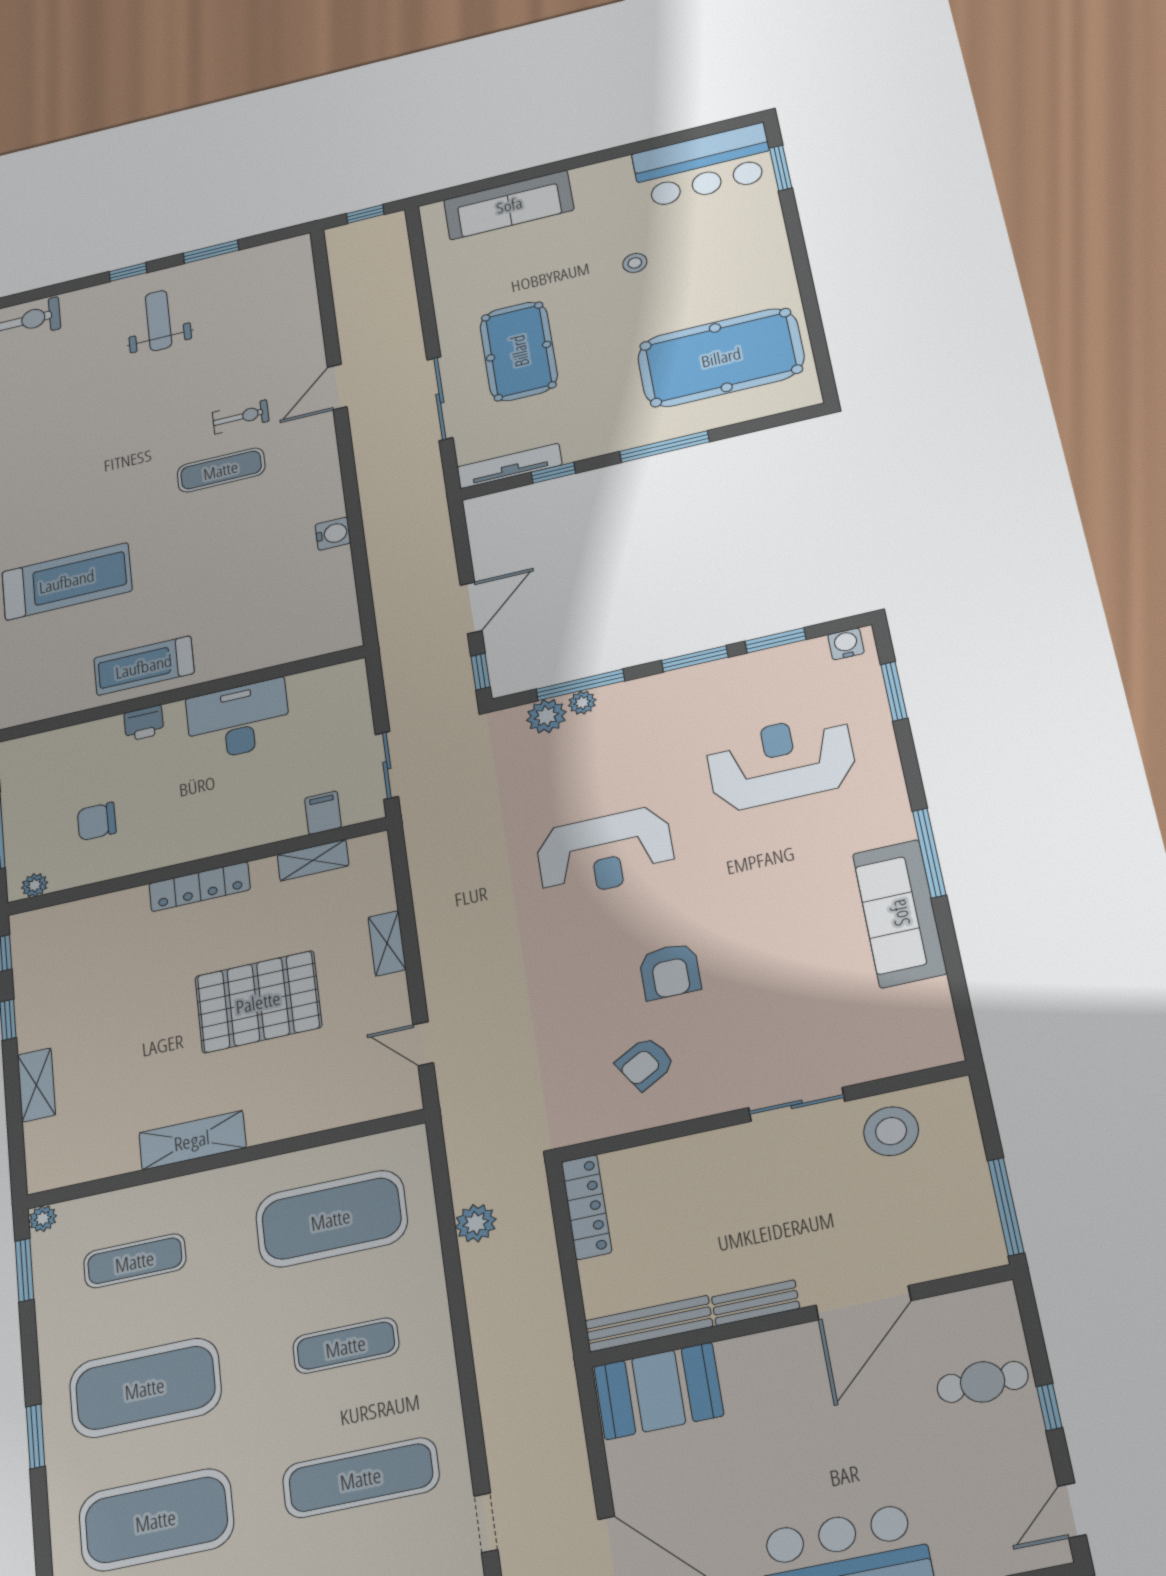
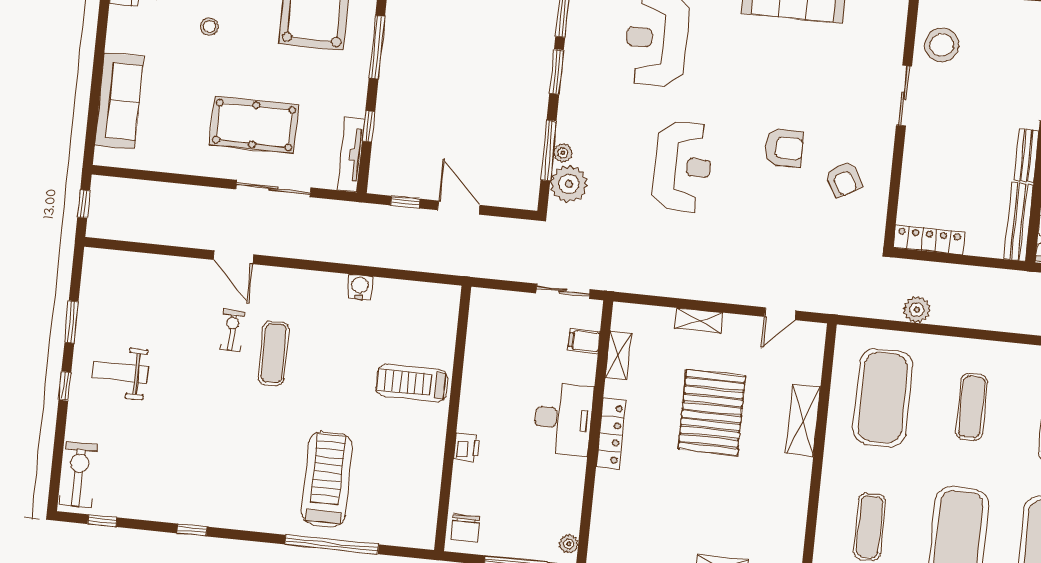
treadmill: (144, 666) -> (412, 383), moved, turned 90
window: (481, 672) -> (405, 202), moved
plant: (546, 716) -> (569, 184), width x1.36, depth x1.36
desk: (238, 720) -> (563, 419), moved, turned 180
chair: (97, 821) -> (465, 528), moved
shelving: (192, 1140) -> (803, 420), moved

